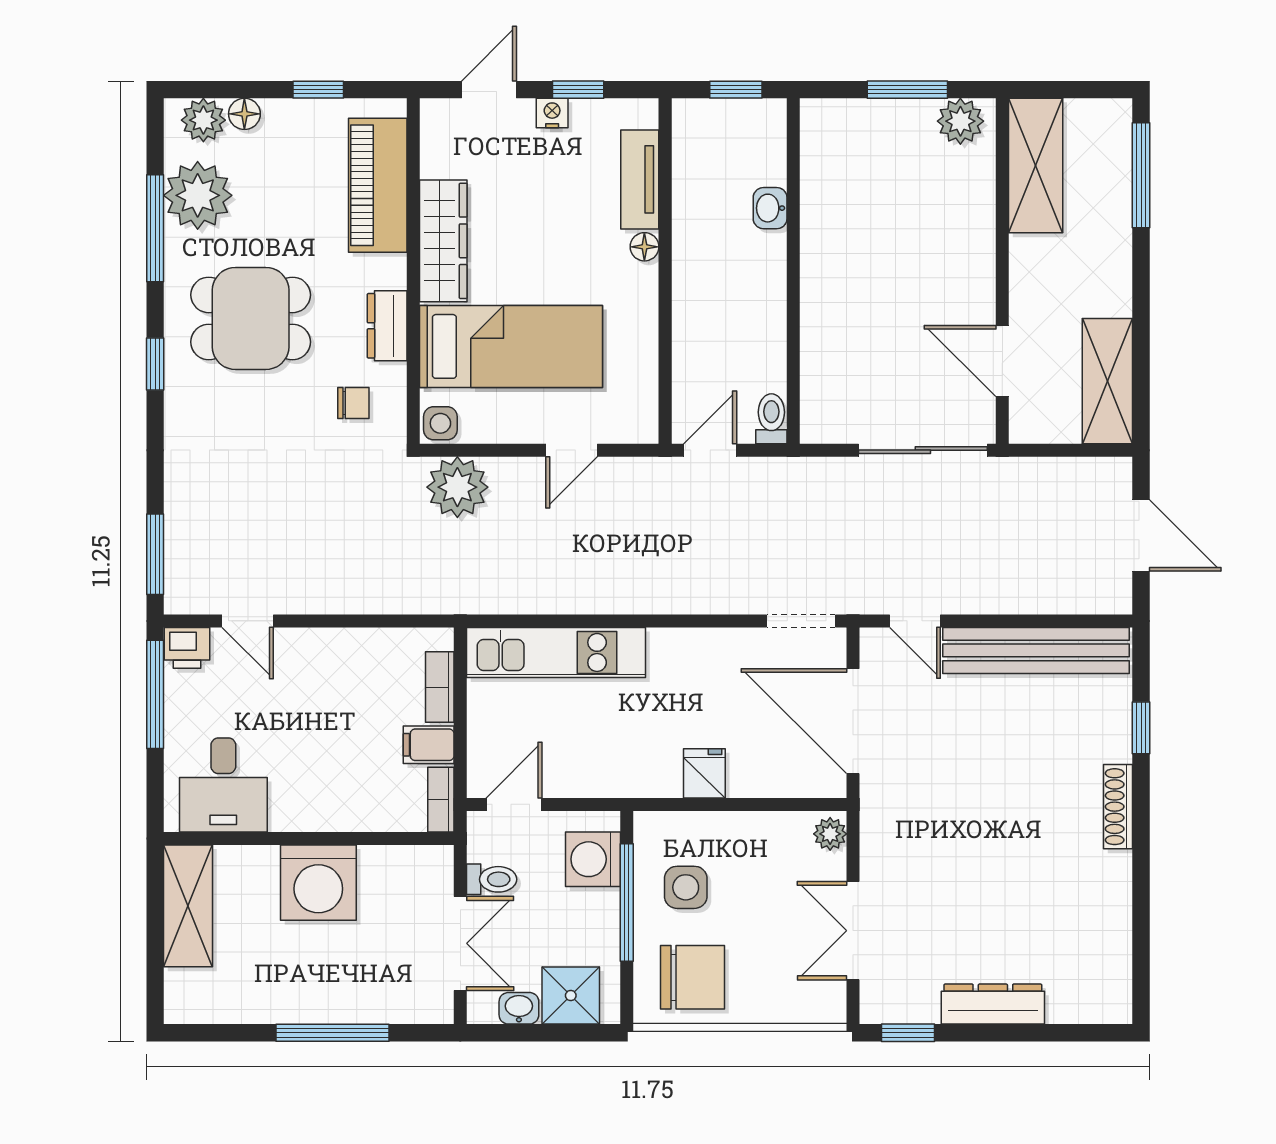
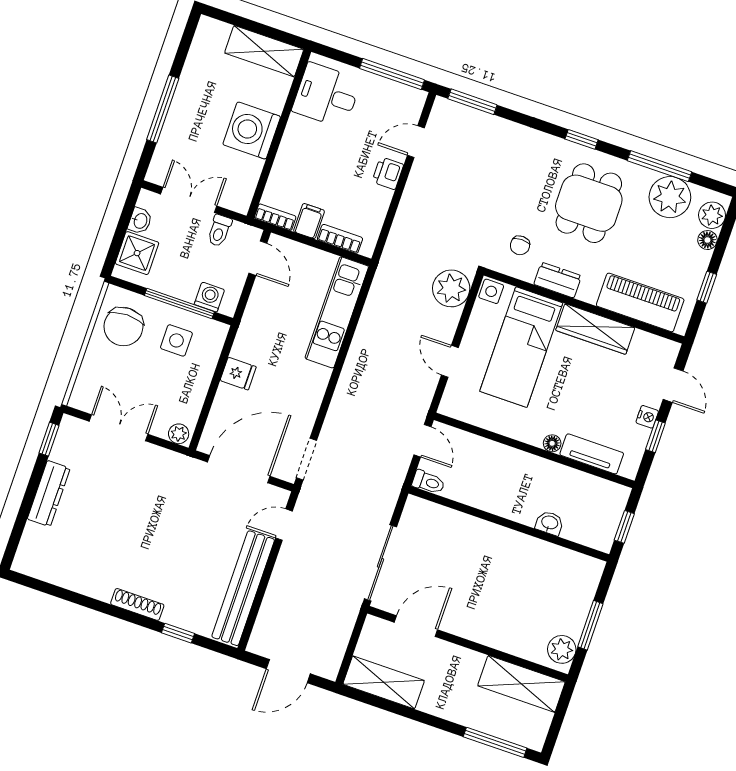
printer: (187, 648) -> (388, 173), moved
washing machine: (593, 859) -> (209, 297), width x0.73, depth x0.73
double door: (460, 943) -> (189, 200), swing flipped

